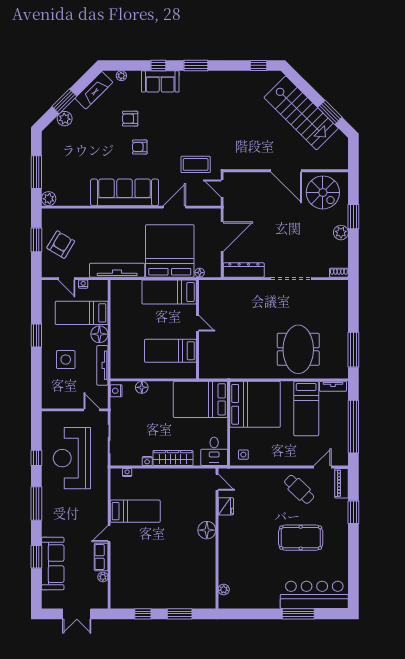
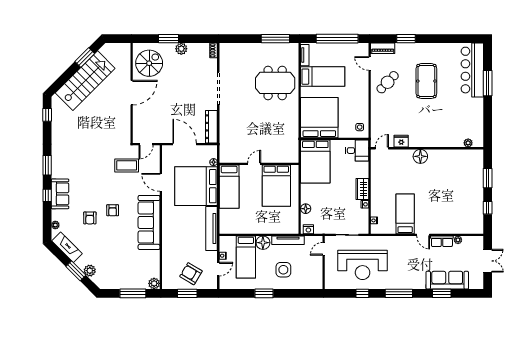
coffee table: (196, 164) -> (127, 165), turned 90
bed: (170, 351) -> (276, 186), width x1.50
wardrobe: (173, 458) -> (362, 189), width x0.67

